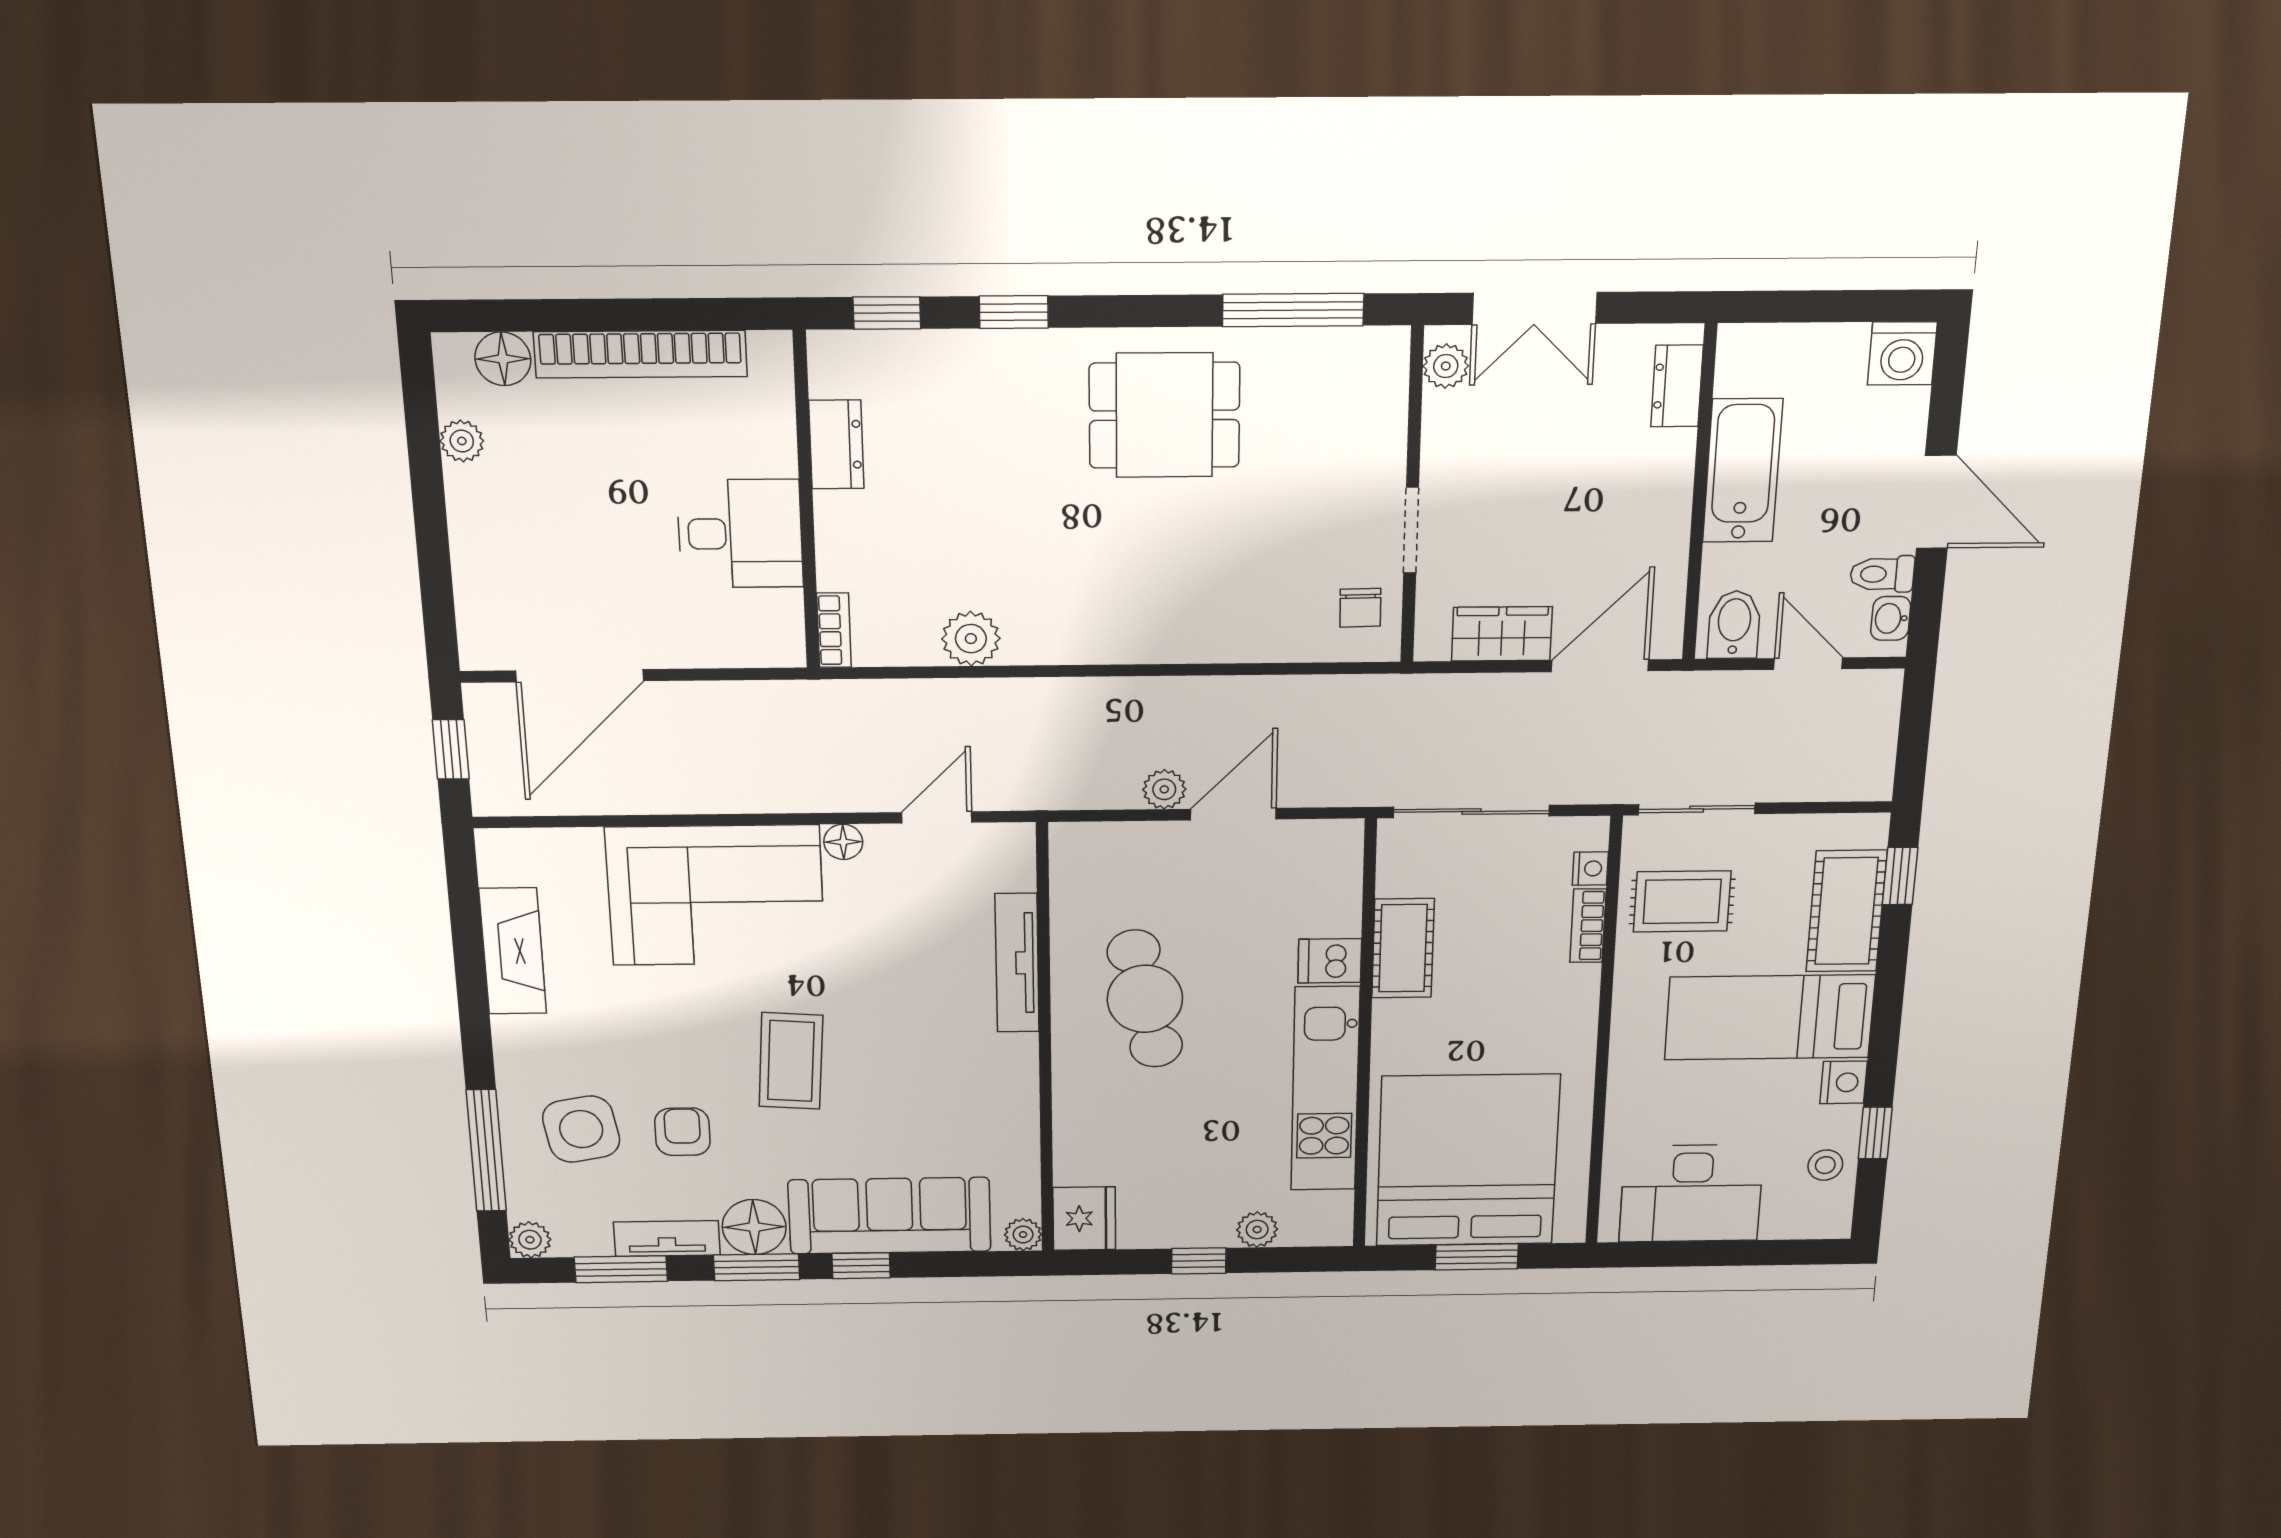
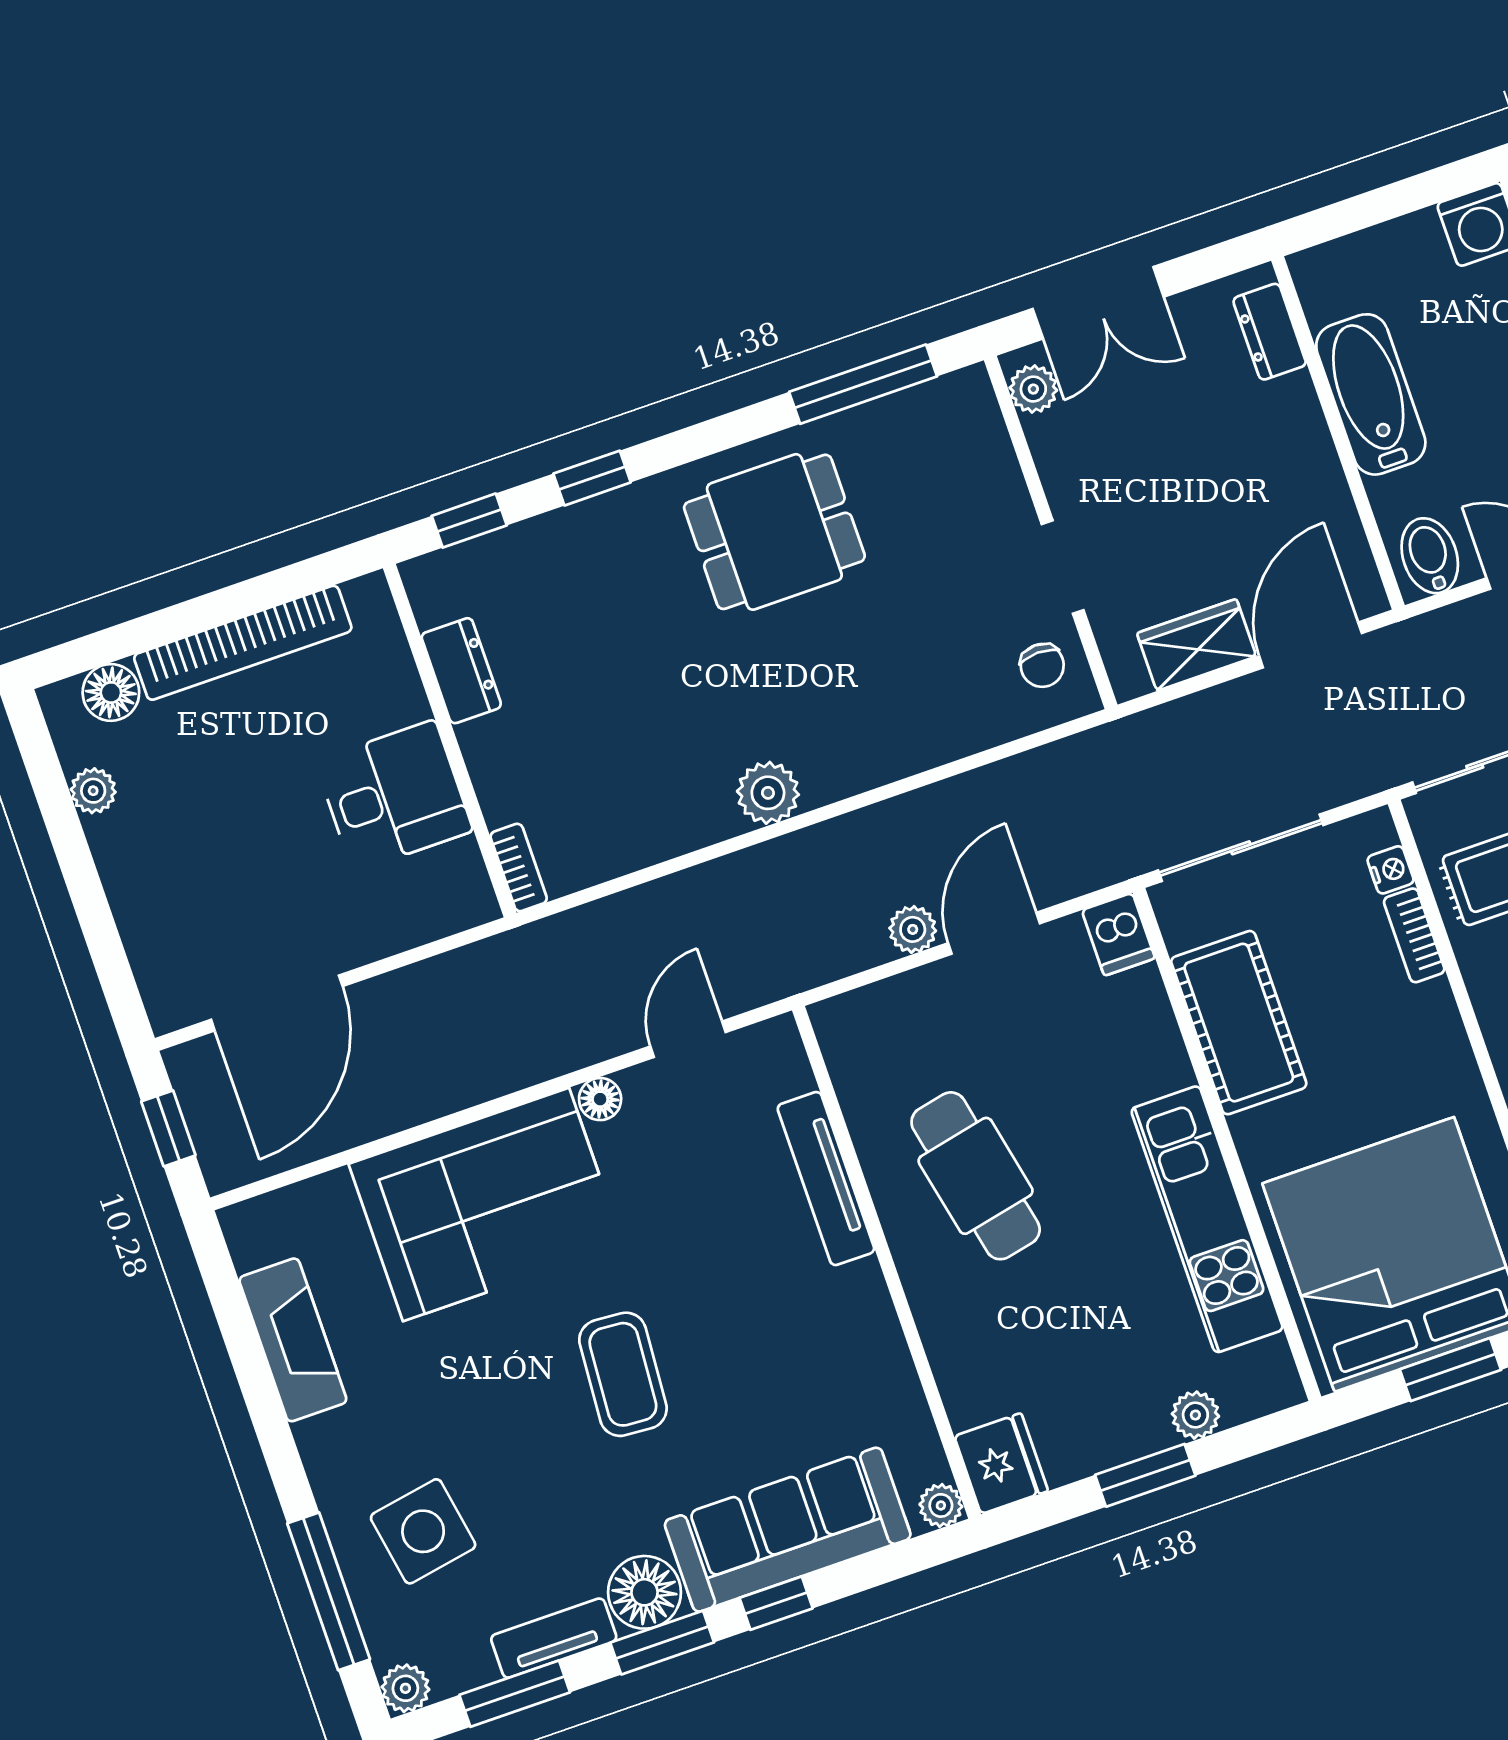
plant: (971, 639) -> (768, 793), moved
cot: (1403, 948) -> (1239, 1023), width x1.37, depth x1.34
dishwasher: (1330, 961) -> (1118, 934), moved, turned -90
armchair: (682, 1132) -> (532, 1499), removed
window: (1199, 1261) -> (1145, 1475), width x1.50

